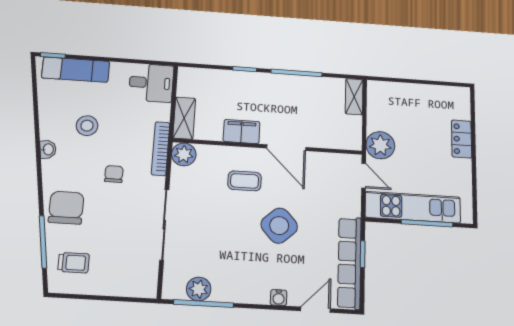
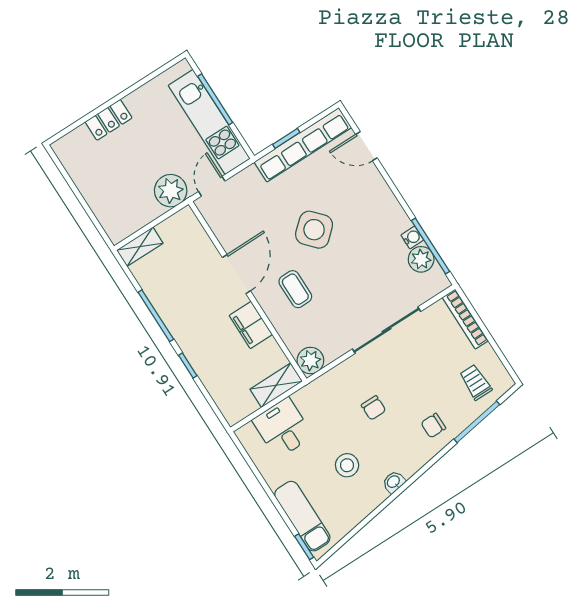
desk: (151, 83) -> (283, 428), moved
bookcase: (161, 149) -> (465, 319), moved, turned 90
chair: (114, 174) -> (374, 408), turned -90
chair: (66, 208) -> (433, 426), width x0.54, depth x0.54
water cooler: (279, 298) -> (412, 238), moved

